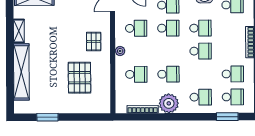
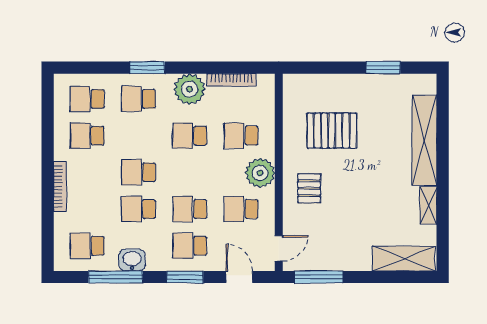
plant: (120, 51) -> (260, 173), width x1.88, depth x1.88
pallet: (79, 78) -> (332, 131), turned 90
window: (227, 117) -> (147, 68), moved

